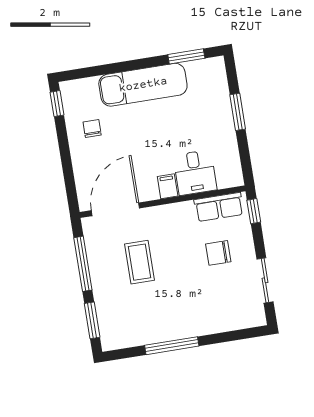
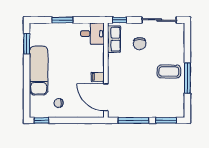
desk: (195, 173) -> (93, 34), moved
filing cabinet: (168, 186) -> (98, 77), moved
coffee table: (139, 262) -> (169, 72), moved
sliding door: (265, 280) -> (159, 20), width x1.37

